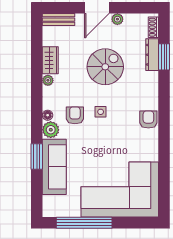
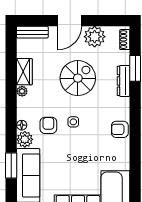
plant: (117, 19) -> (95, 37), width x1.87, depth x1.87
dresser: (152, 55) -> (124, 81), moved
armchair: (148, 119) -> (120, 129), turned -90

